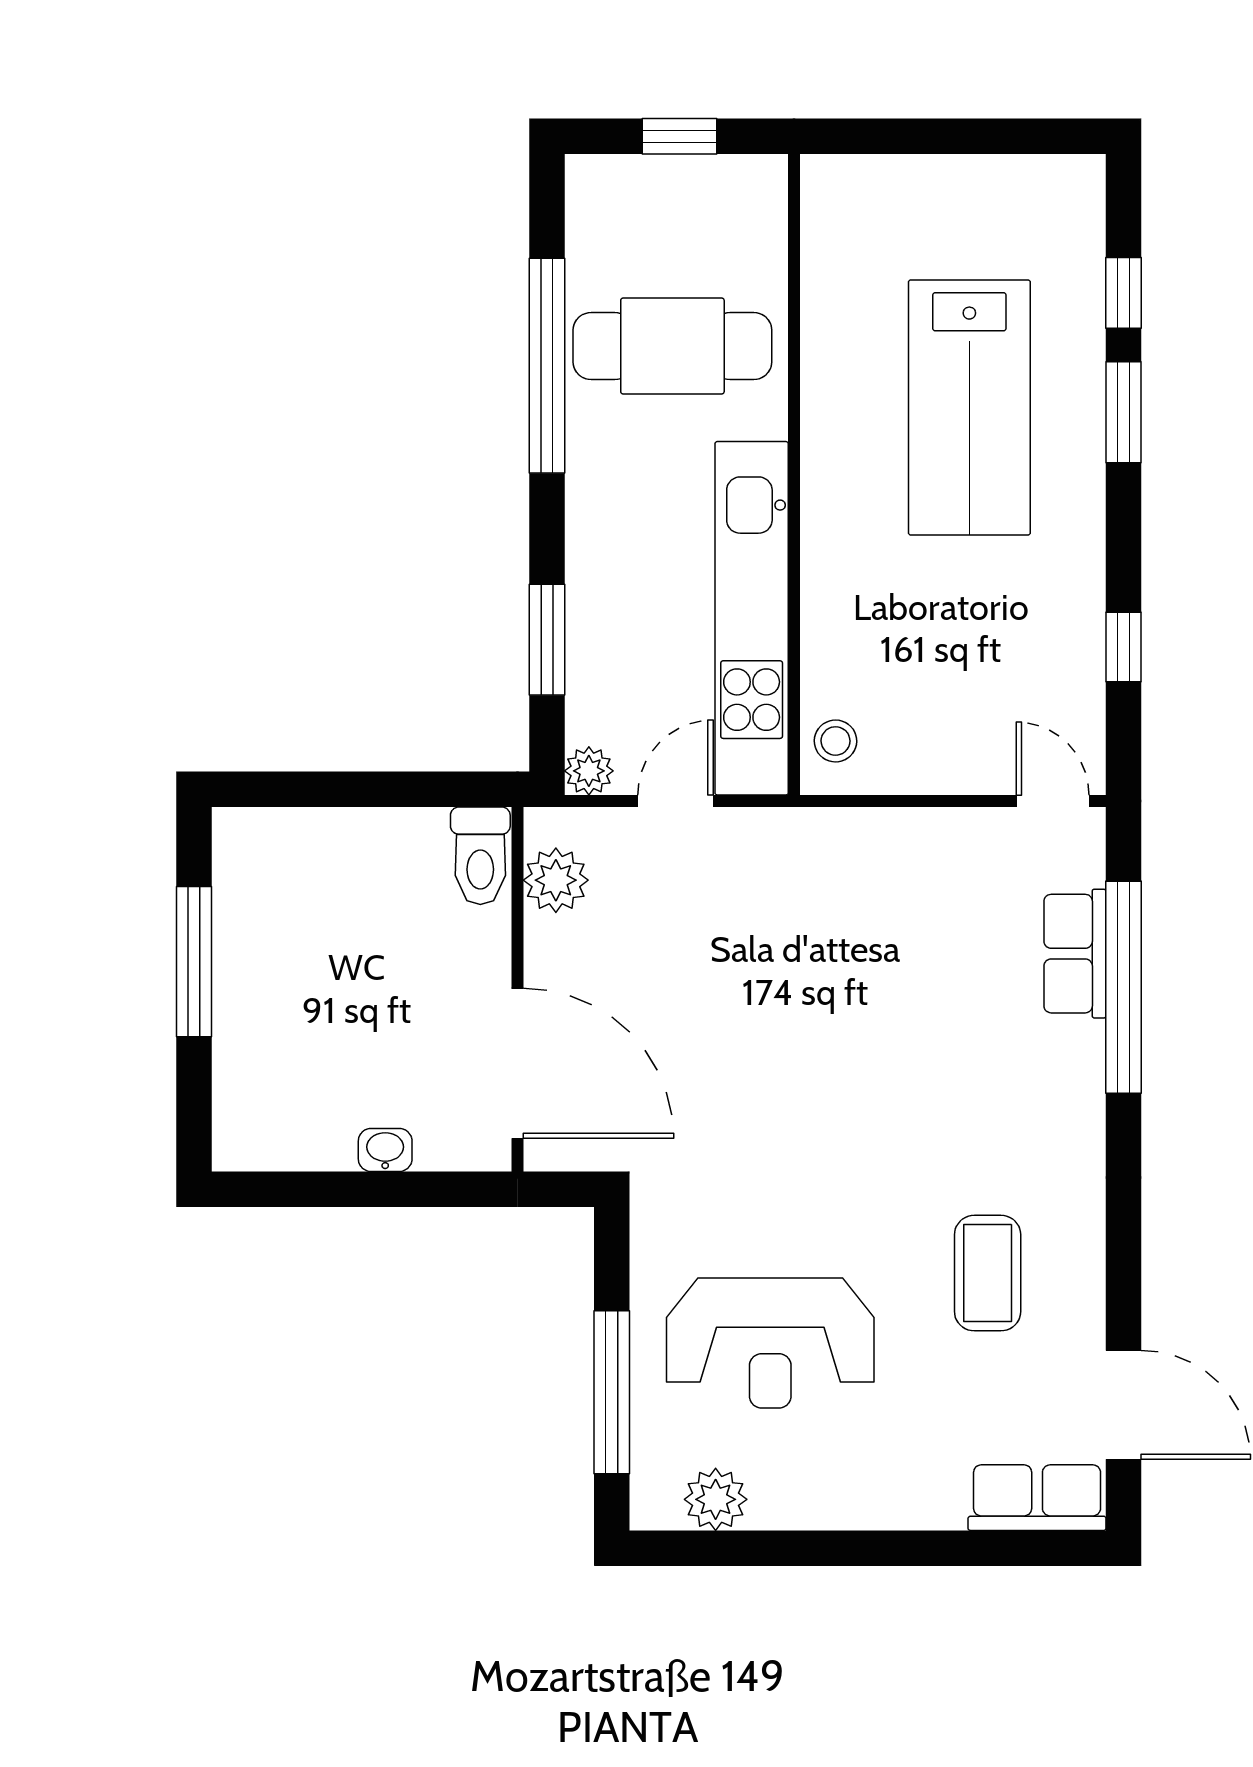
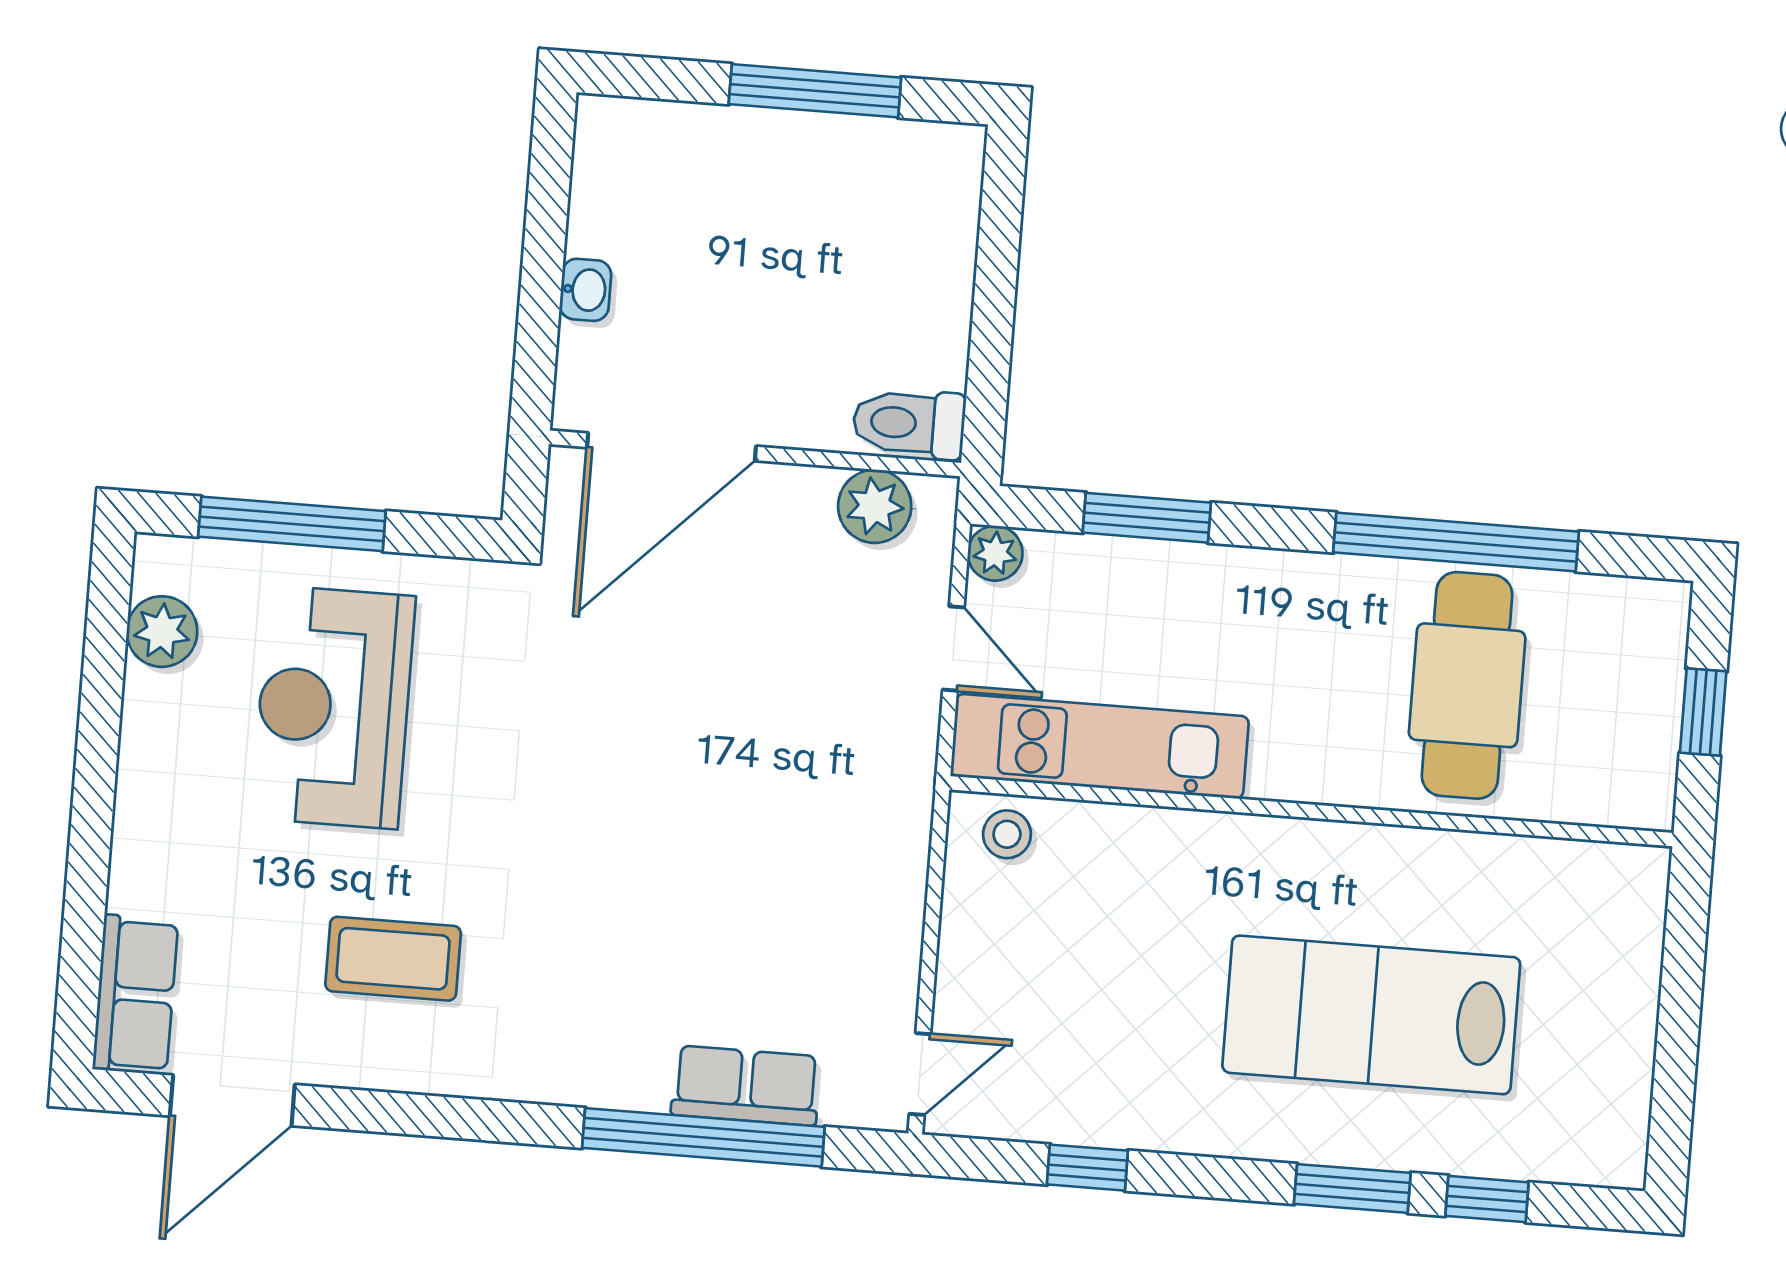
kitchen unit: (752, 618) -> (1100, 746), width x0.73

